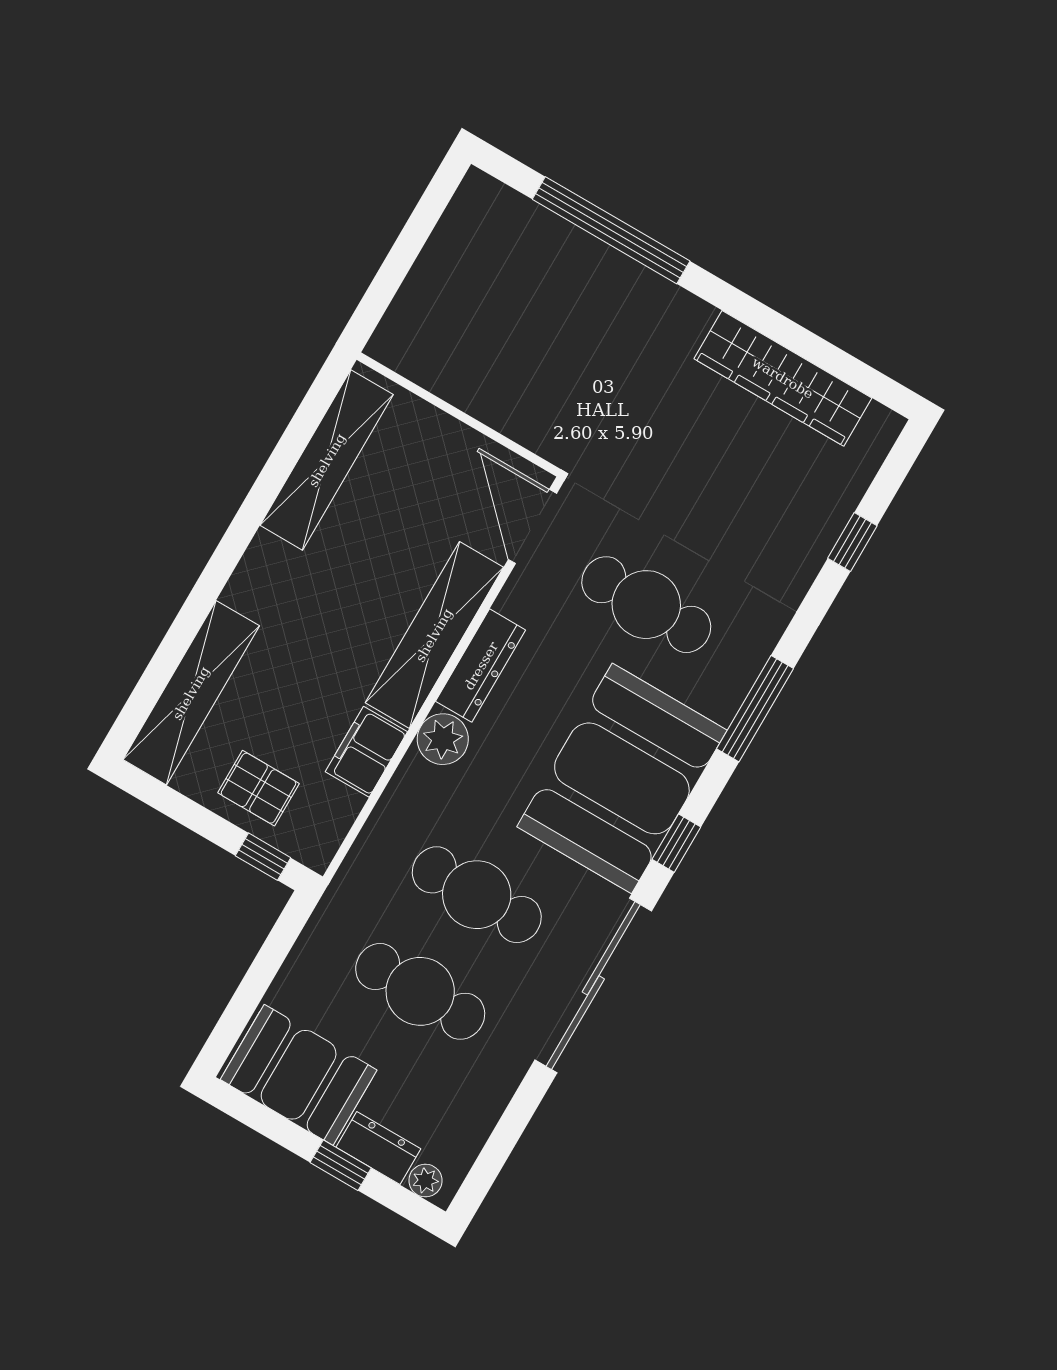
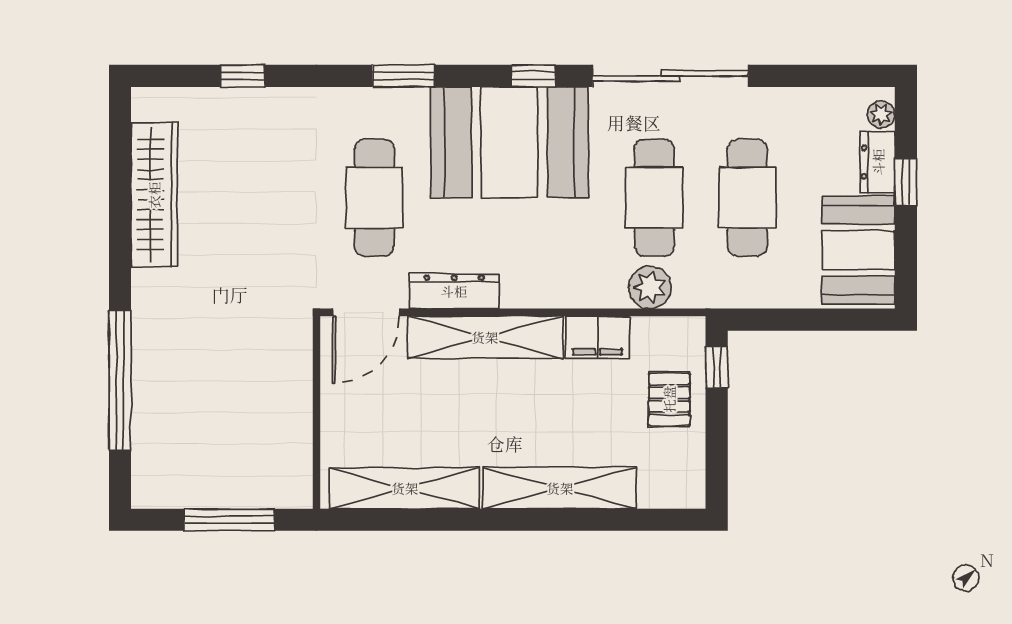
window: (400, 259) -> (229, 520), added
dresser: (481, 666) -> (454, 291), moved
shelving: (191, 693) -> (560, 488), moved
window: (755, 709) -> (403, 76), width x0.69
plant: (443, 739) -> (650, 288), moved

